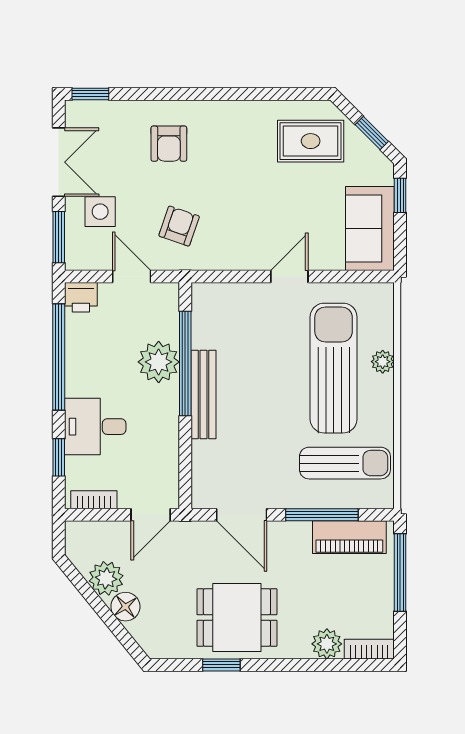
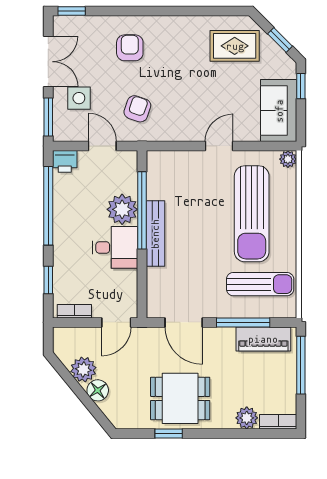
armchair: (169, 144) -> (130, 48), turned 180
plant: (383, 362) -> (288, 159), moved
sun lounger: (334, 368) -> (252, 214), turned 180
desk: (95, 427) -> (115, 247), moved, turned 180

